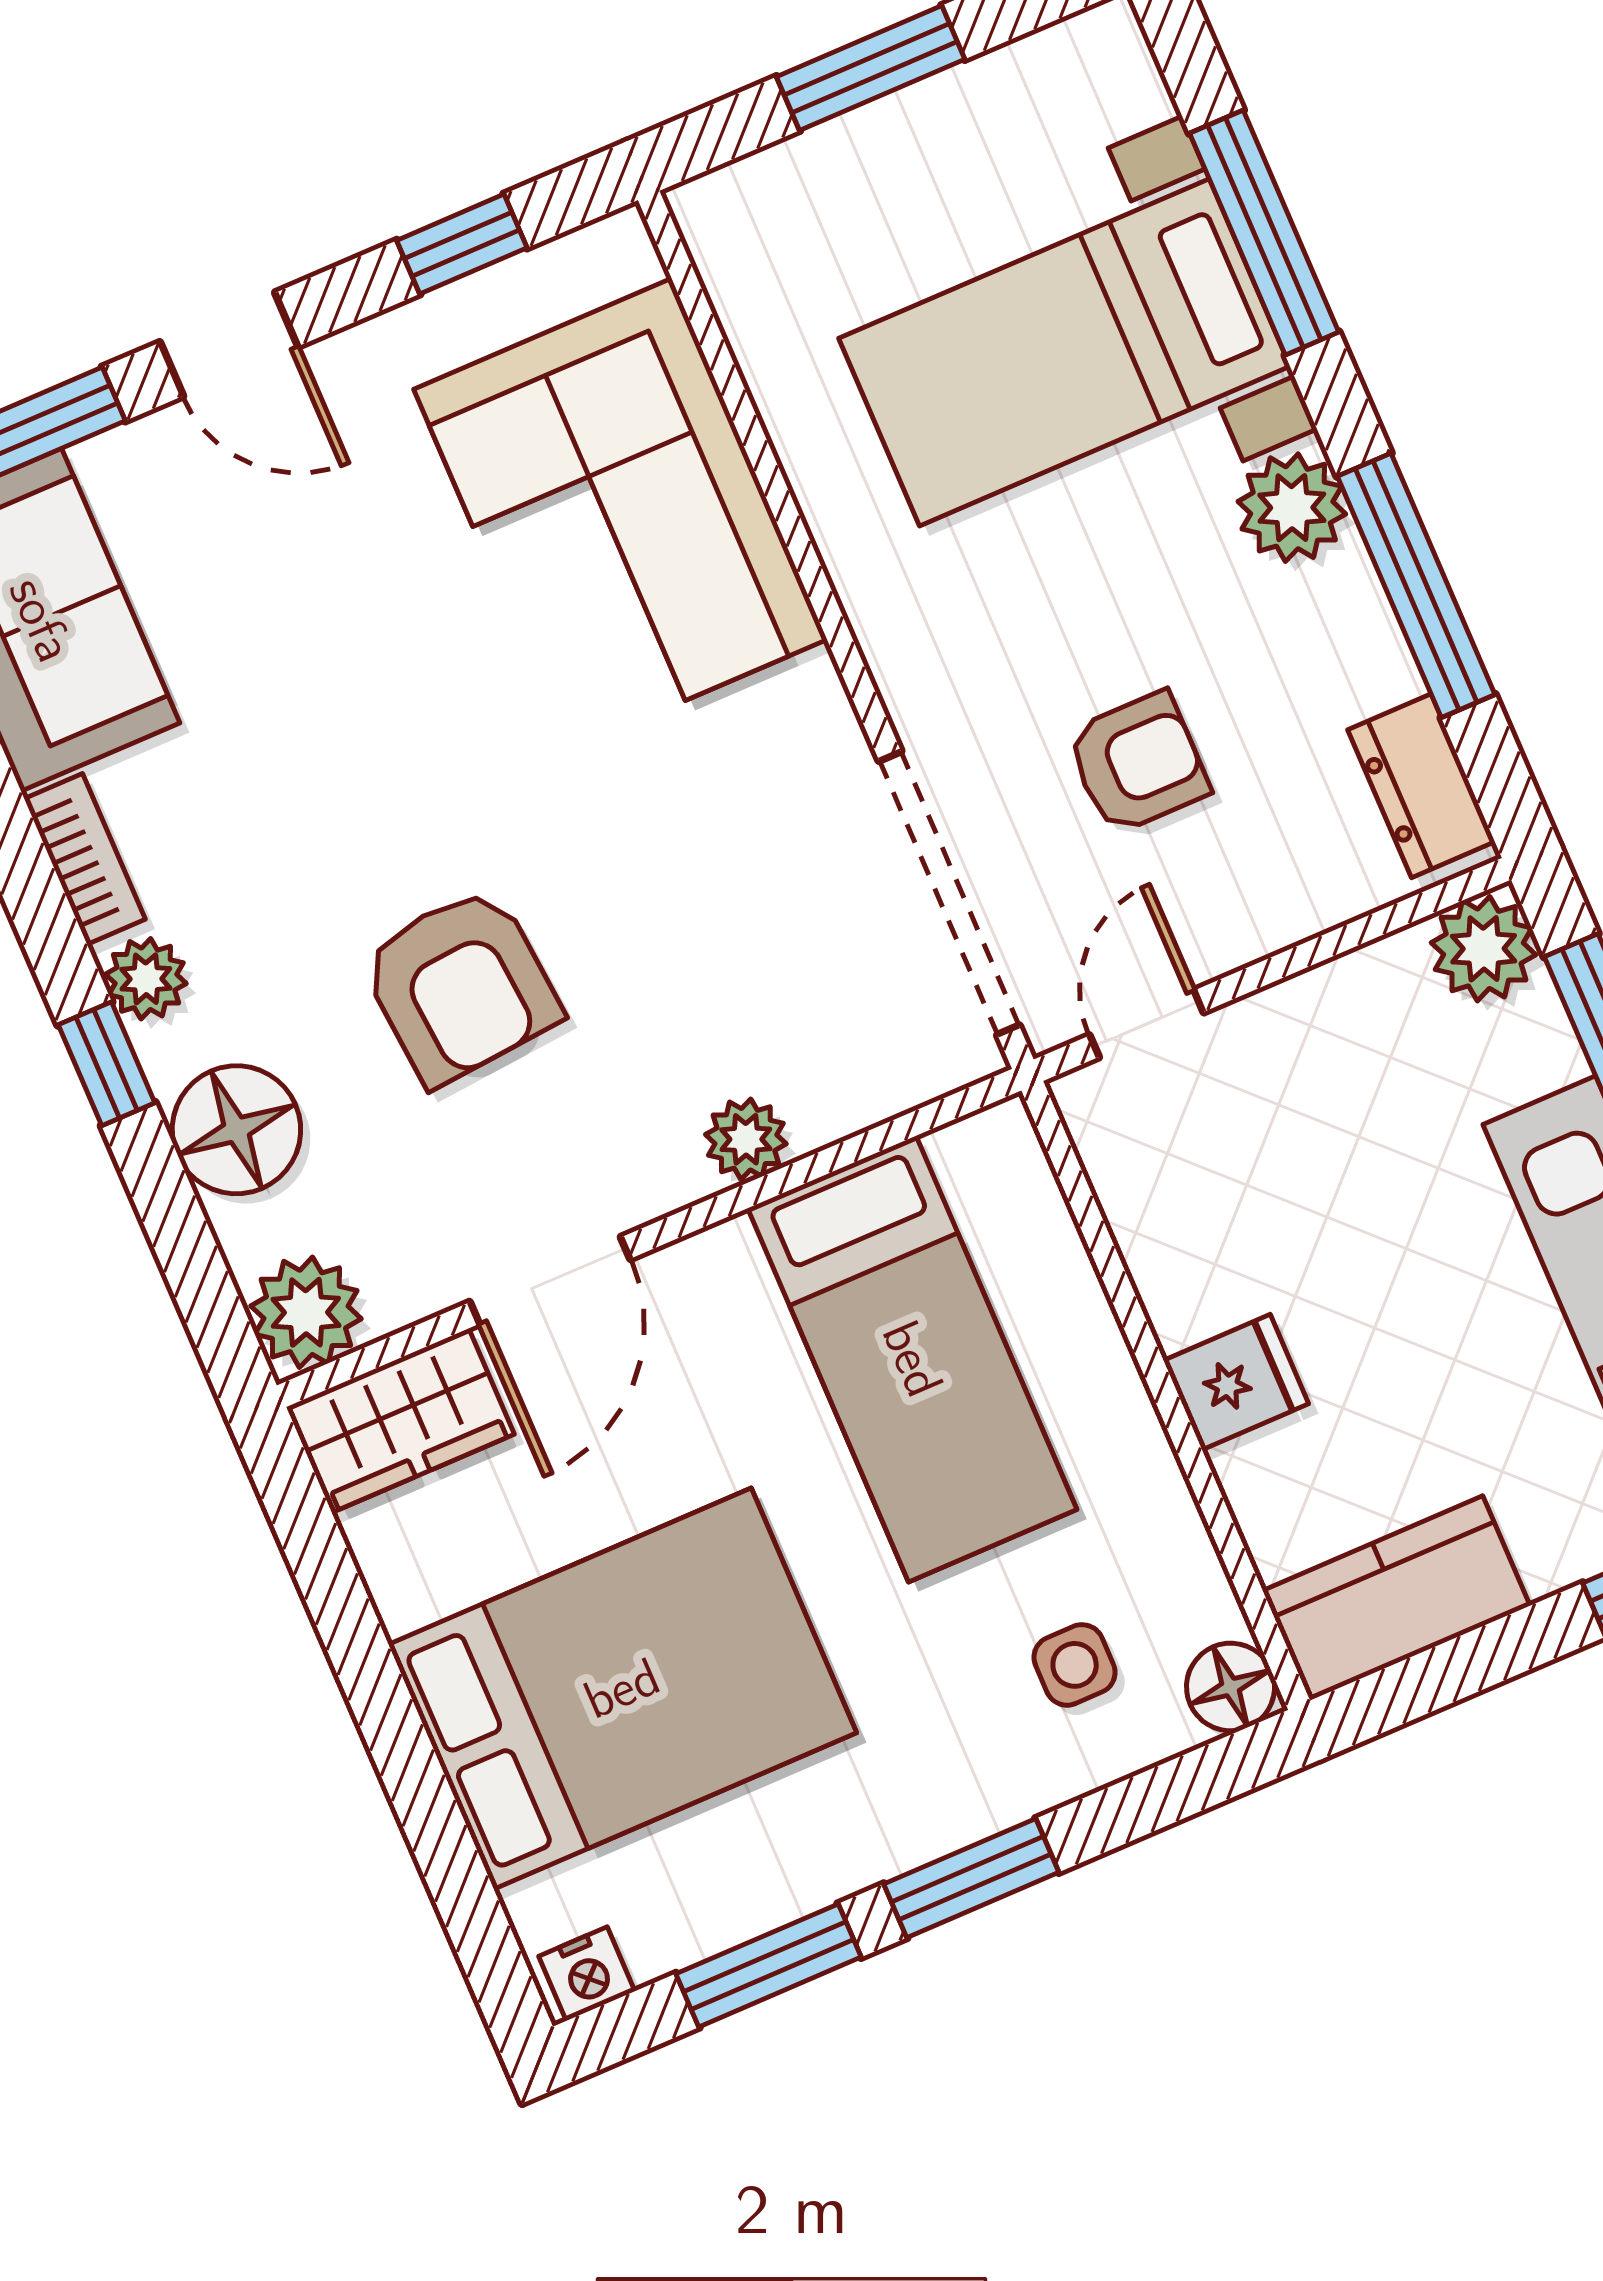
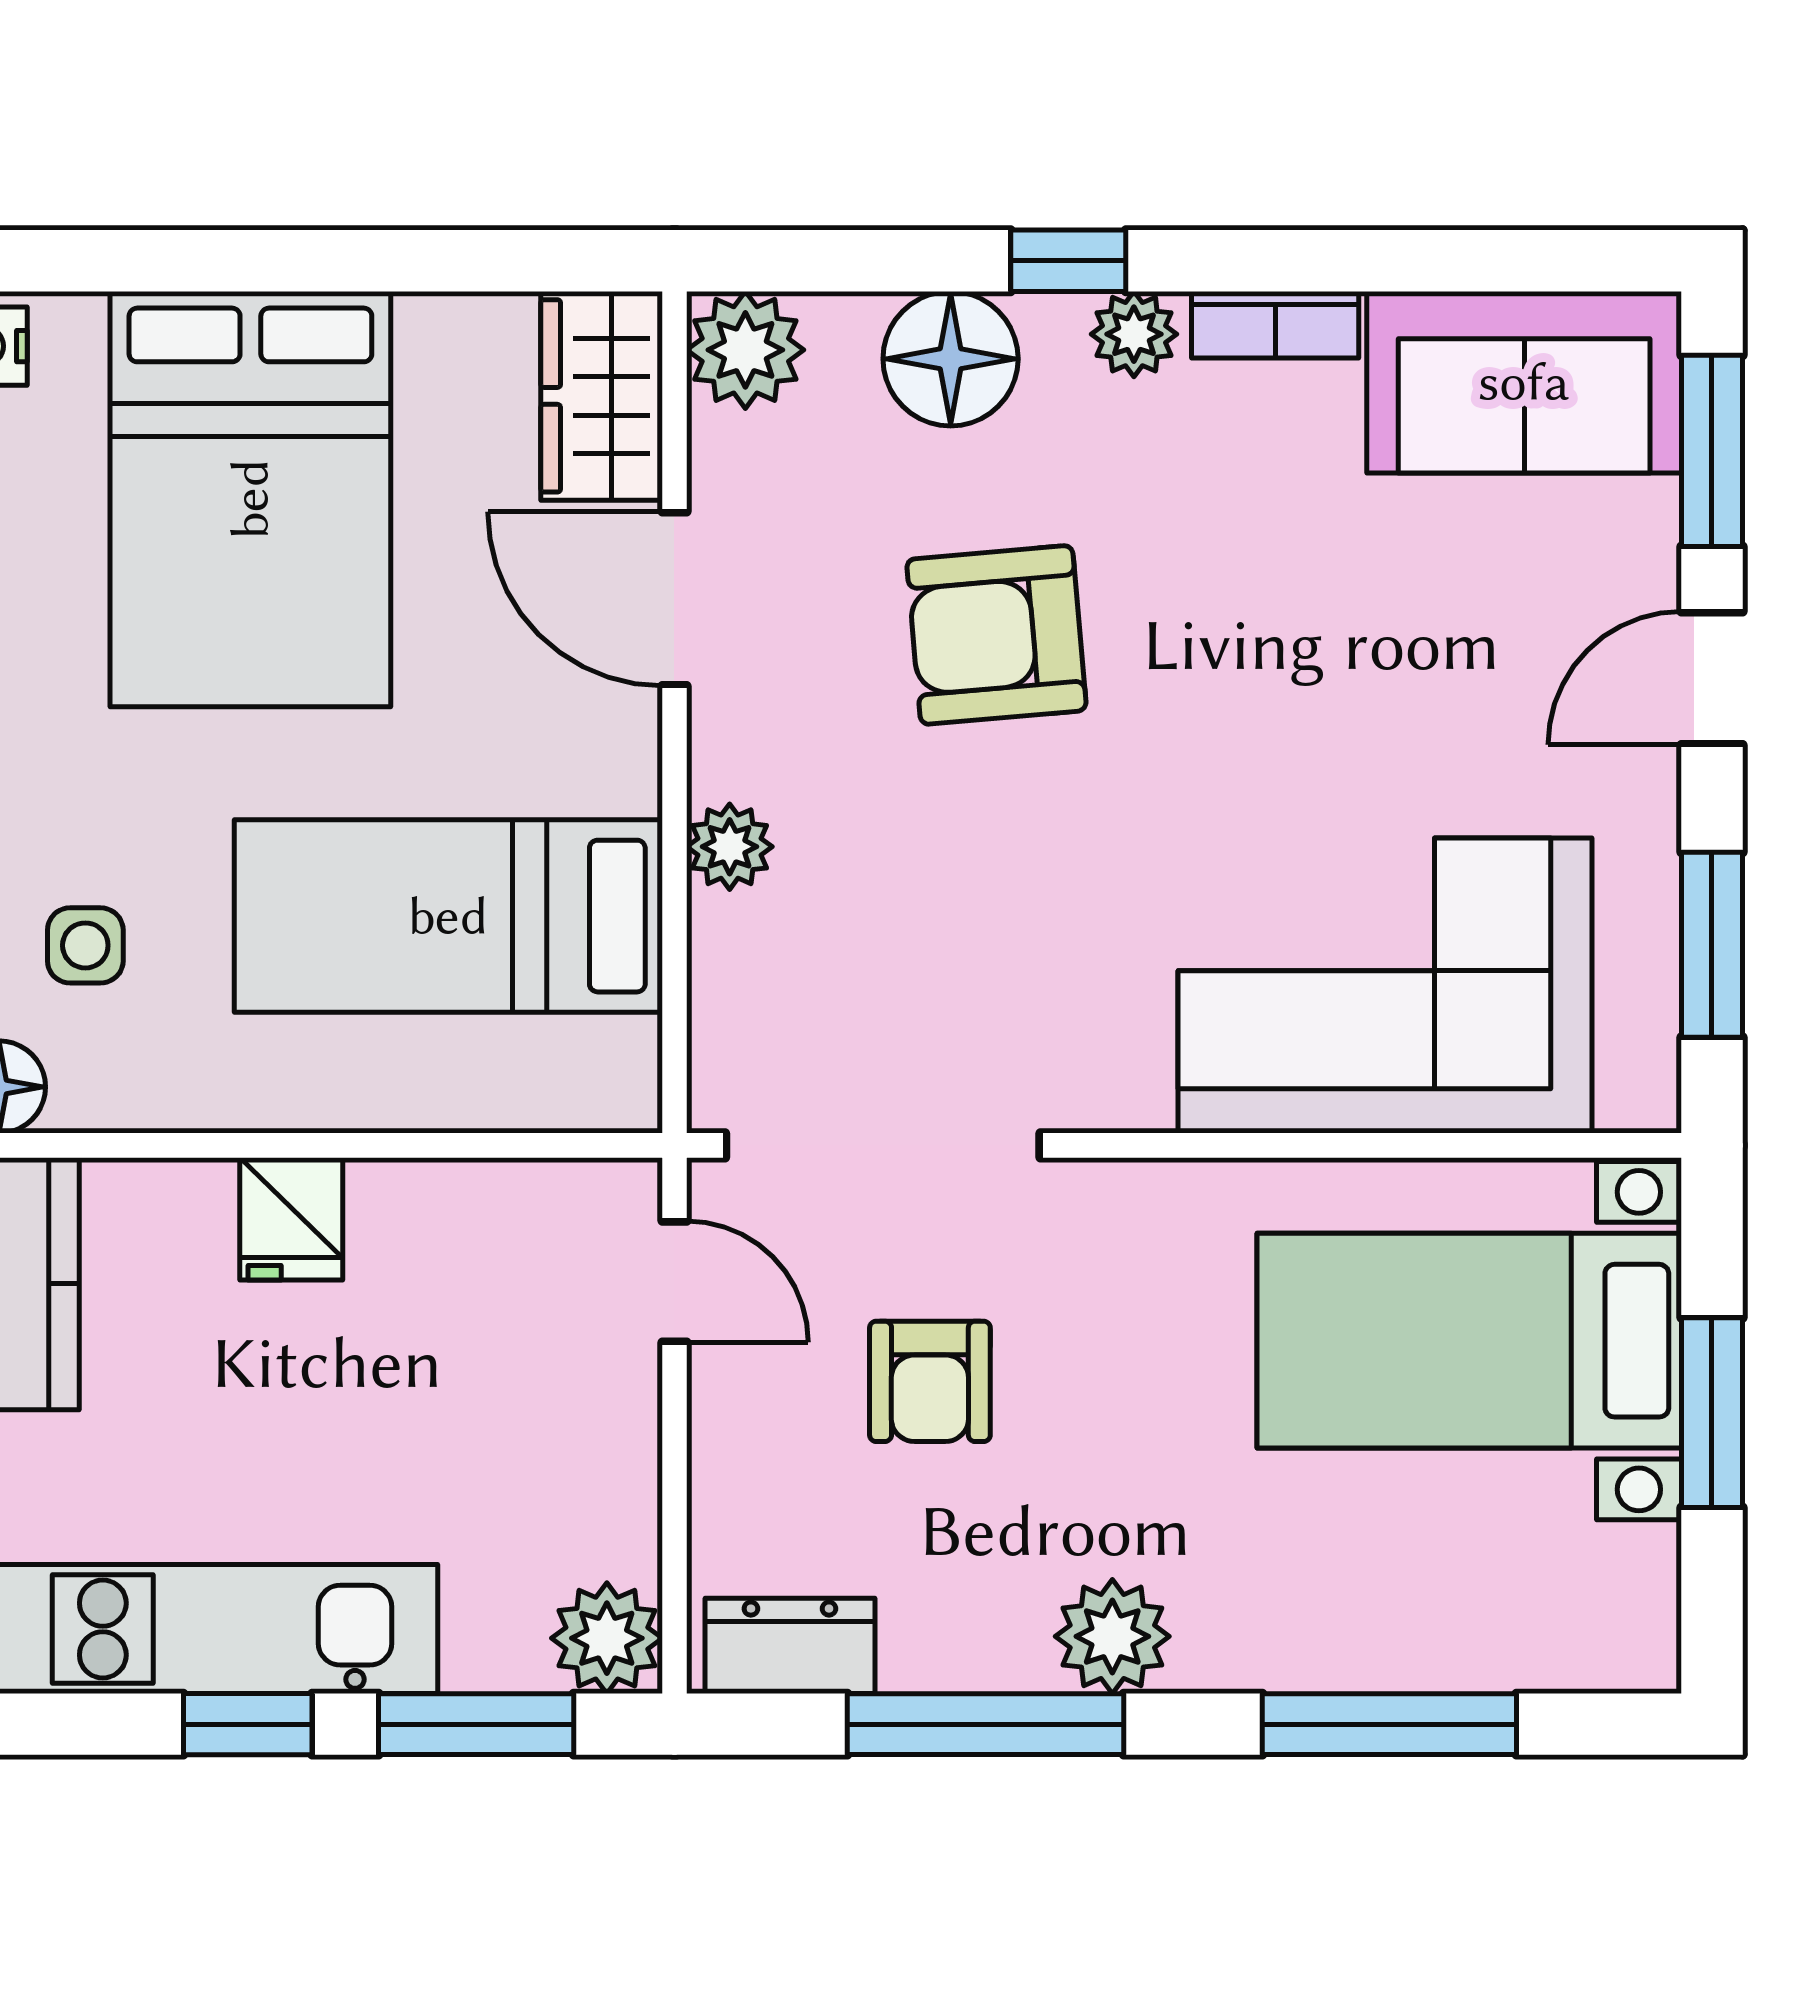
window: (462, 244) -> (1712, 945), width x1.50
bed with nightstands: (1064, 352) -> (1469, 1341), moved, turned -90

